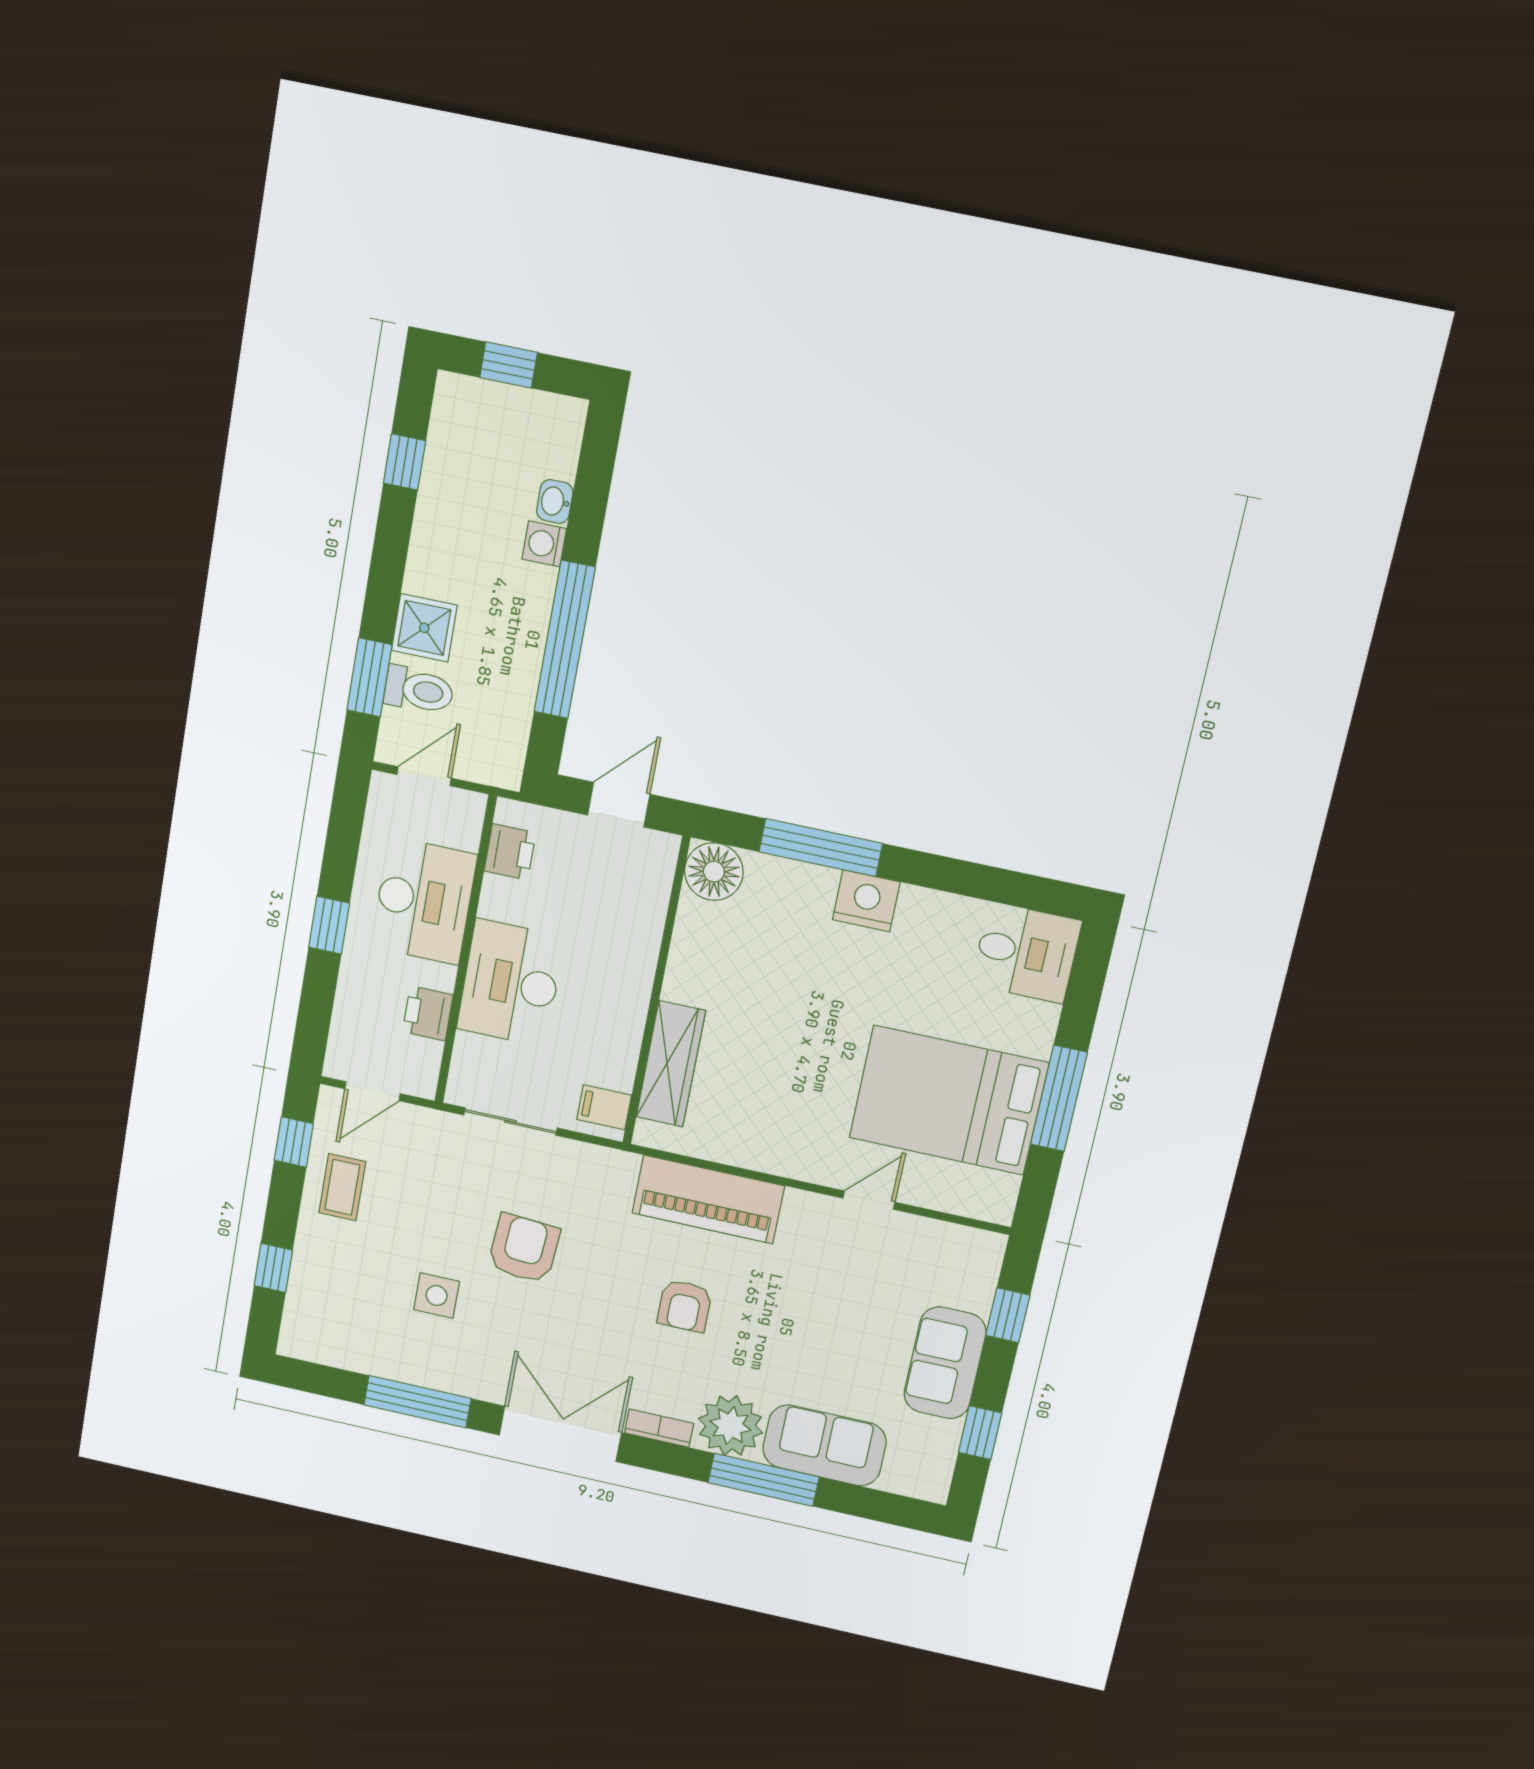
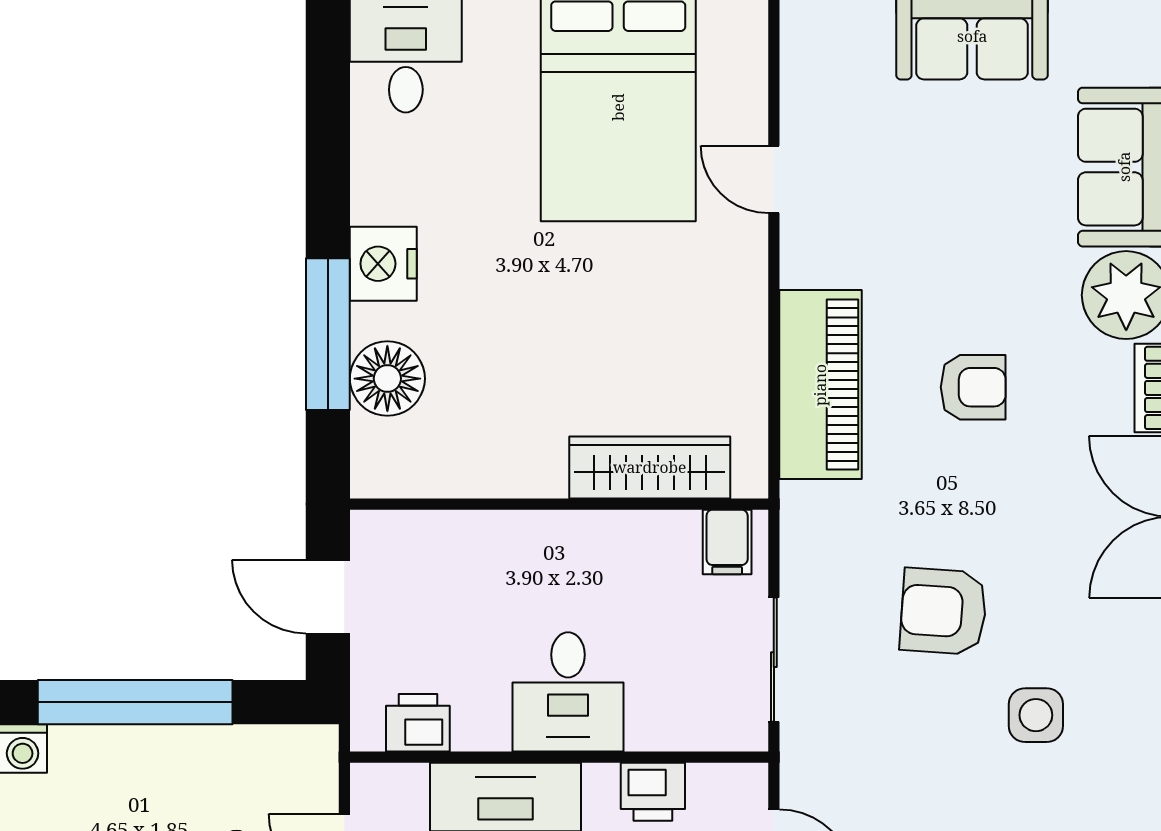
floor lamp: (714, 872) -> (387, 379), moved
desk: (511, 983) -> (568, 692), width x0.73

